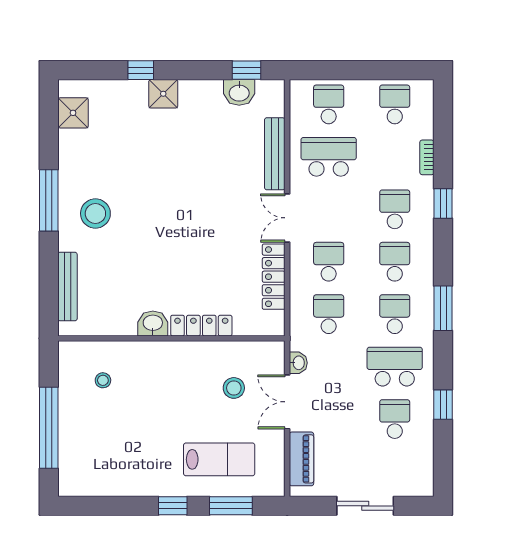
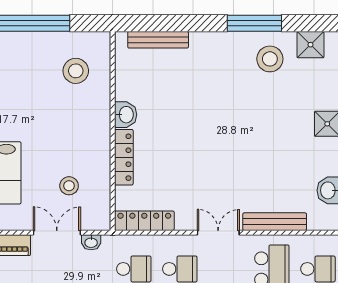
window: (49, 200) -> (254, 23), moved
stool: (95, 213) -> (270, 59), moved
locker: (274, 277) -> (144, 221), moved
stool: (103, 380) -> (76, 71), width x1.89, depth x1.89

